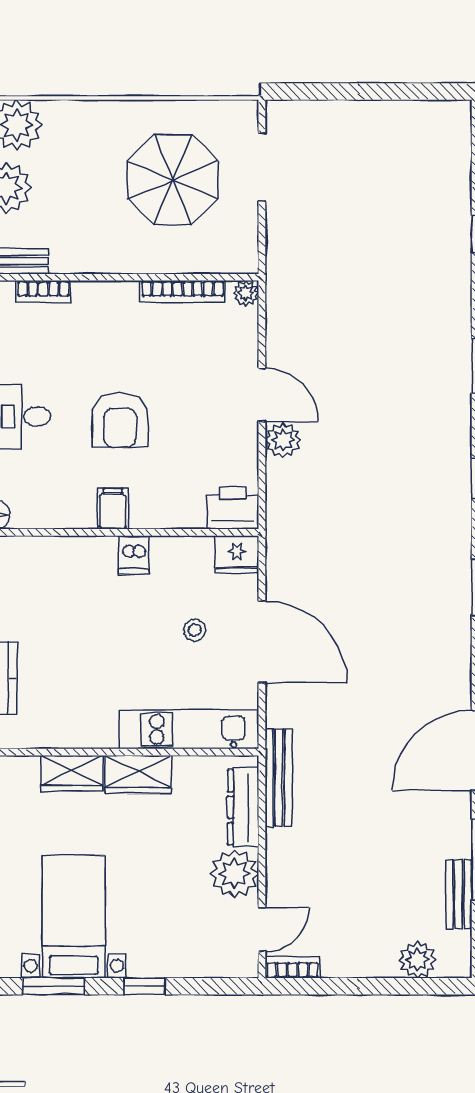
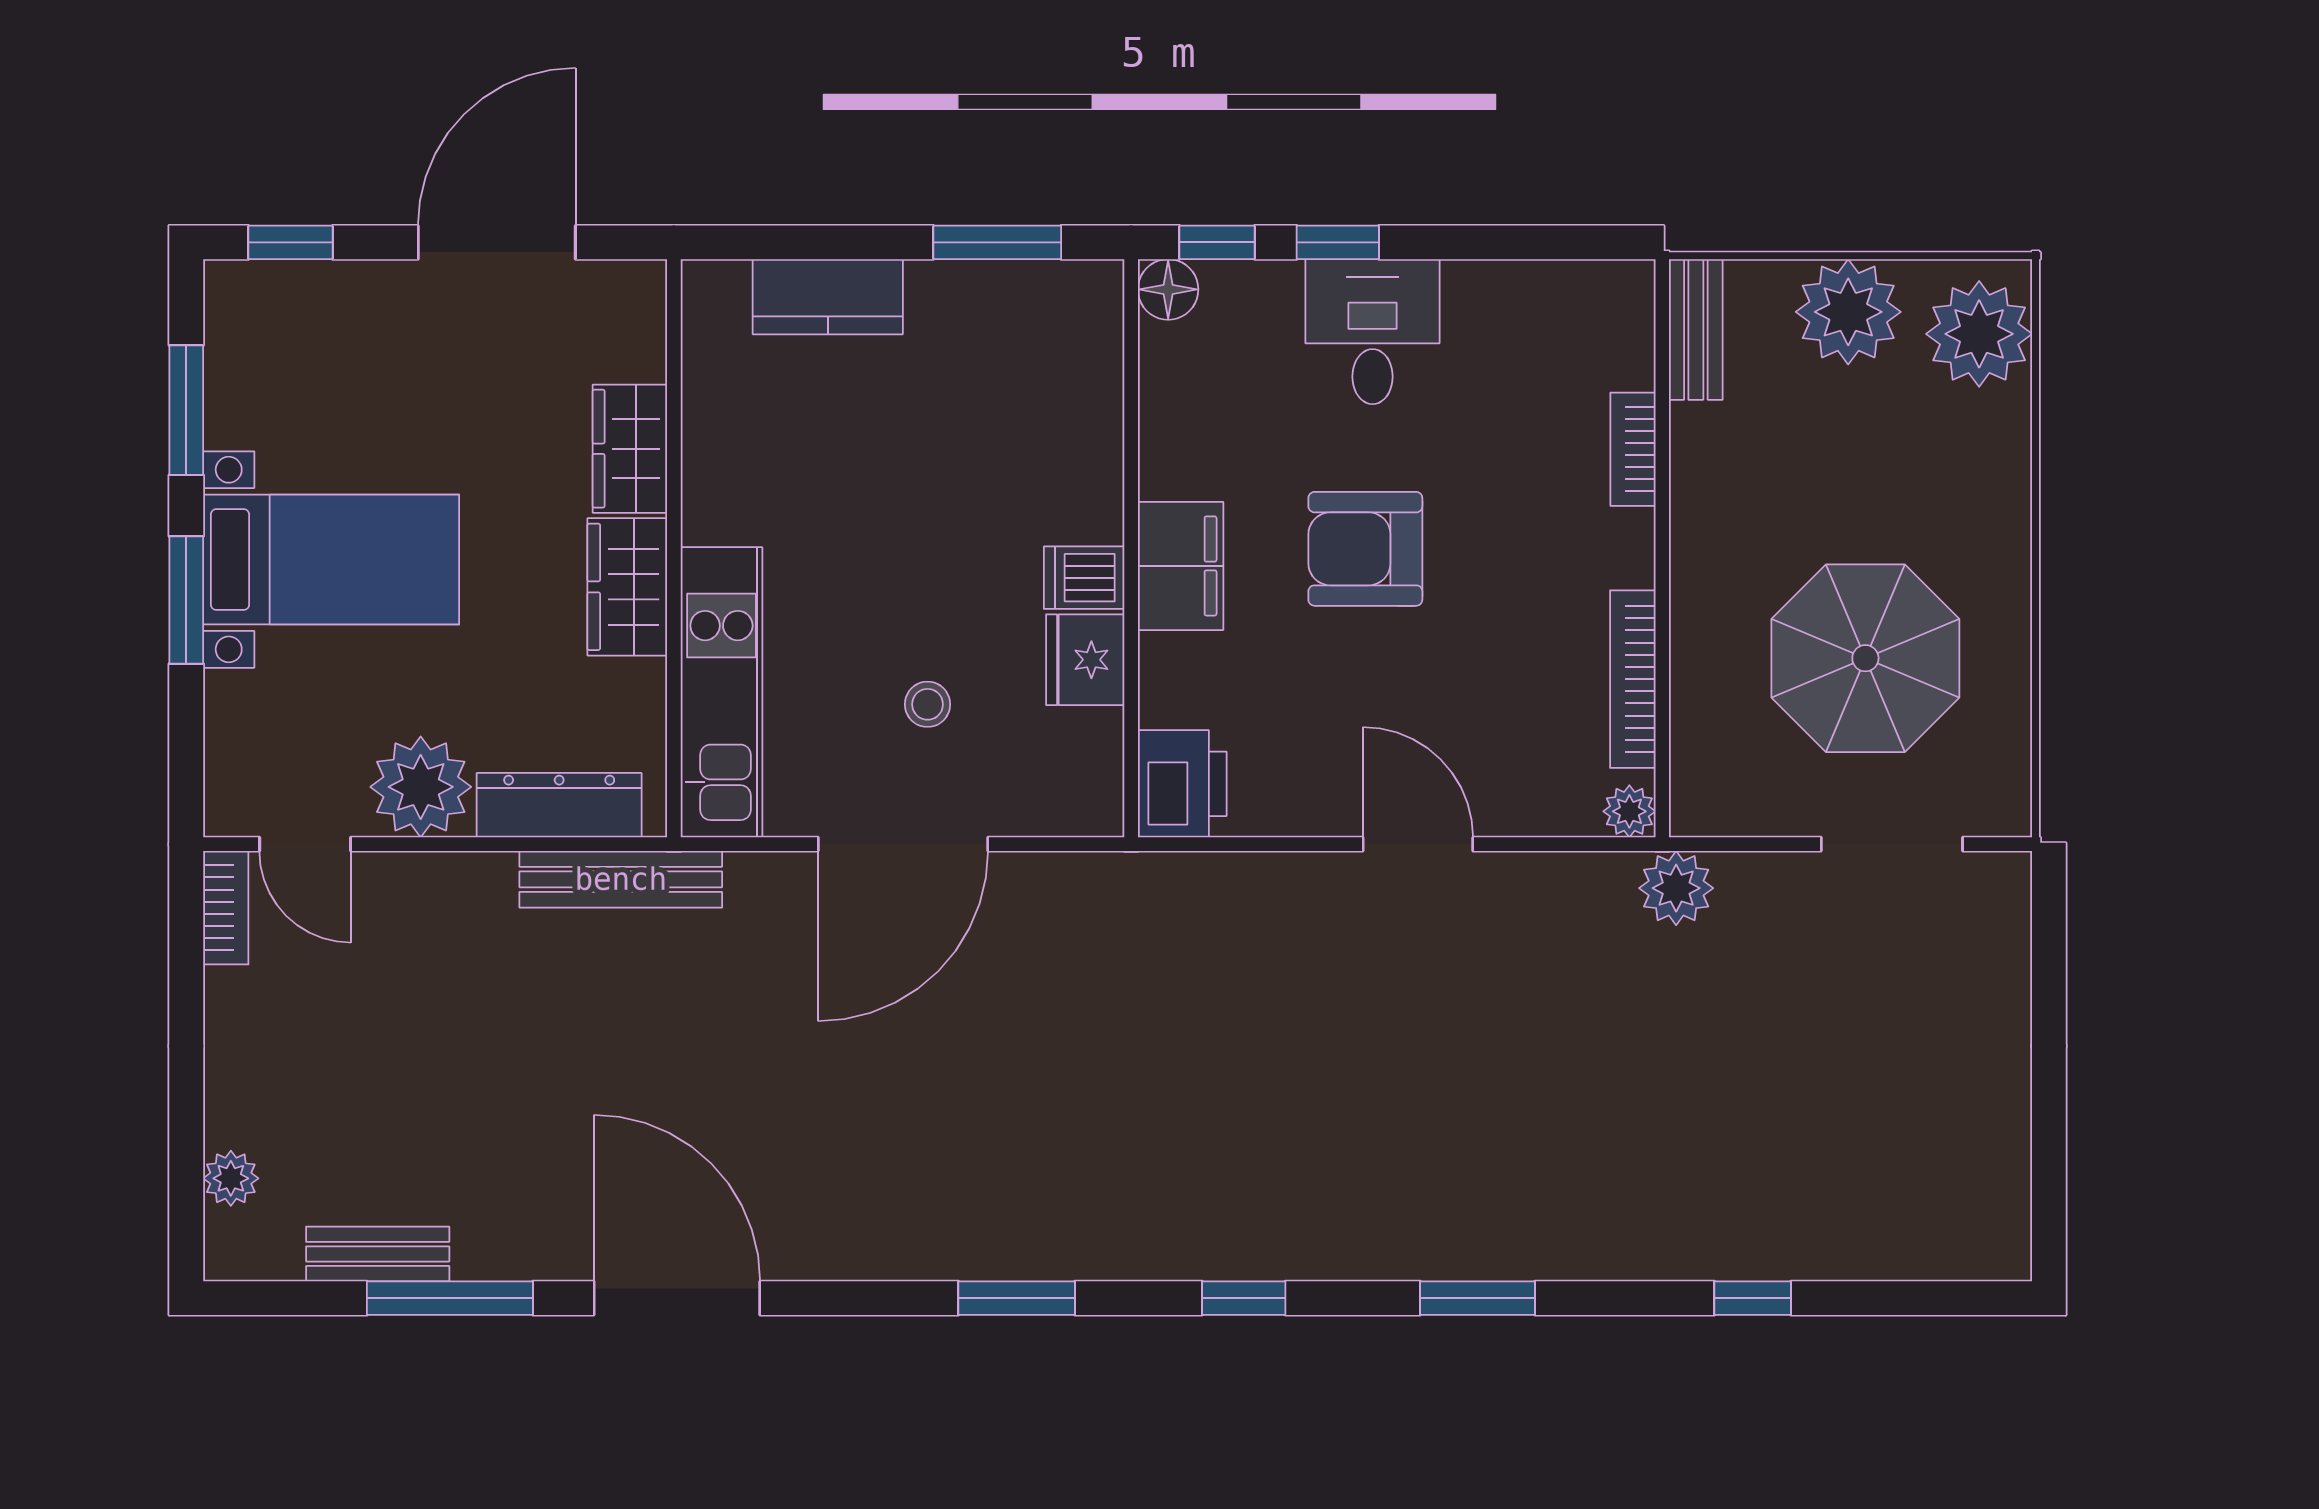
bookcase: (43, 291) -> (1633, 449), moved
door: (262, 395) -> (1418, 844), swing flipped
plant: (283, 440) -> (1676, 888), moved
filing cabinet: (113, 509) -> (1181, 566), width x2.00
fridge: (237, 554) -> (1085, 660), moved
bed with nightstands: (74, 917) -> (331, 560), moved
plant: (417, 960) -> (231, 1178), width x0.73, depth x0.73
window: (145, 986) -> (186, 600), width x1.50

